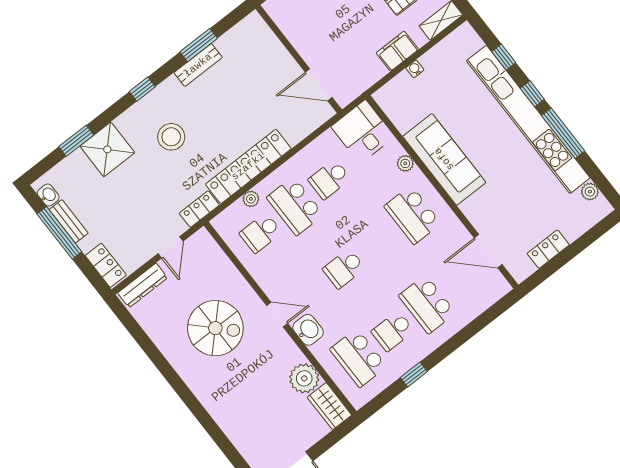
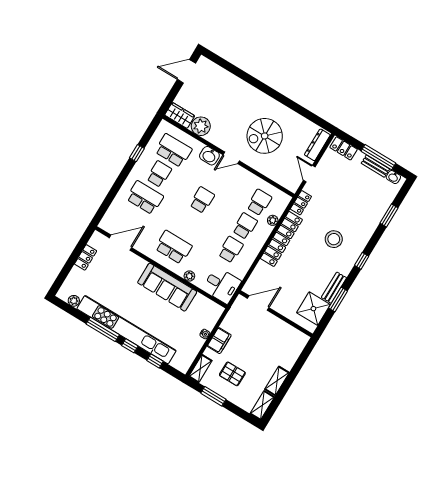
shower: (107, 149) -> (313, 309), moved
school desk: (295, 206) -> (245, 226), width x0.54

